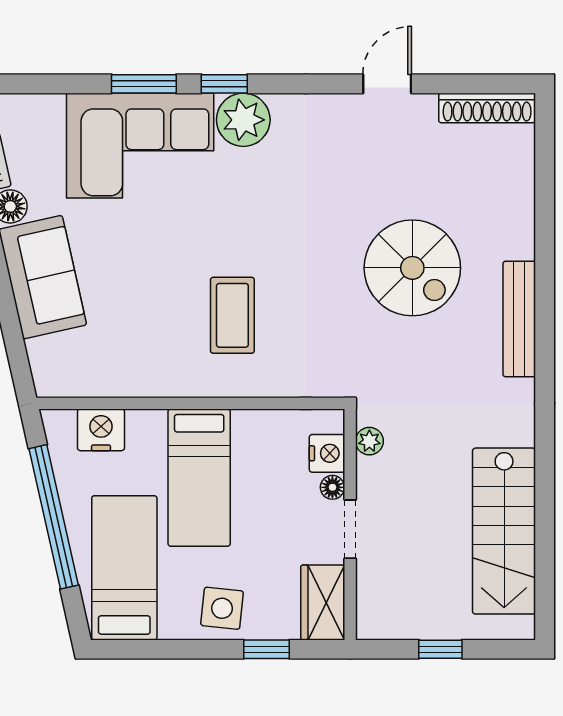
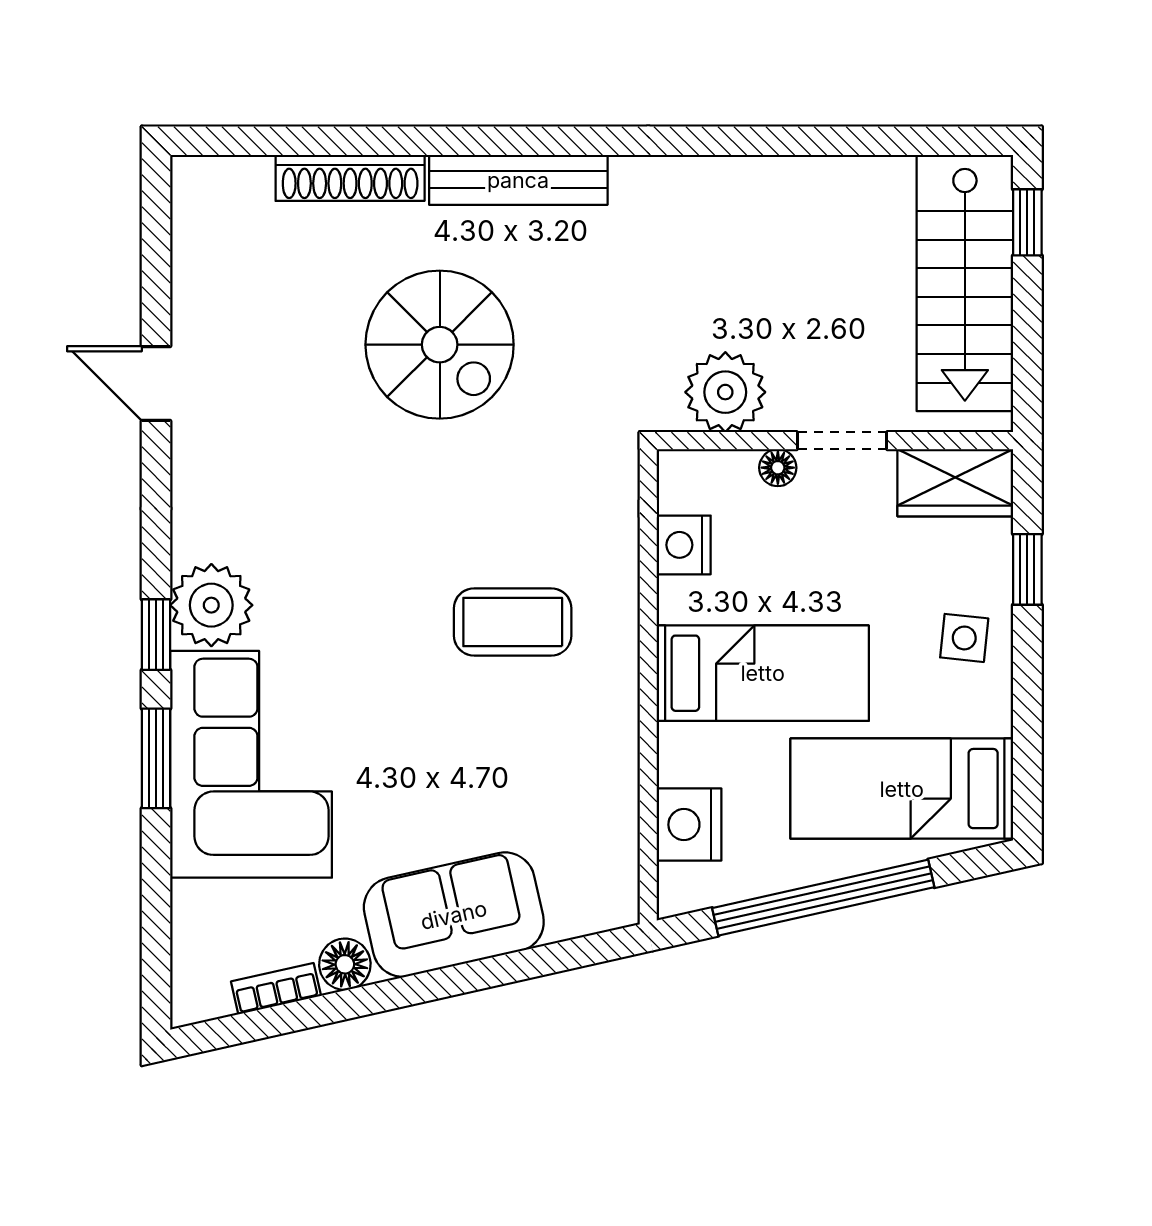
shoe rack: (487, 108) -> (350, 178), moved, turned 90
spiral stairs: (412, 268) -> (440, 345), turned 90
plant: (369, 441) -> (725, 392), width x1.88, depth x1.88
nightstand: (327, 453) -> (684, 545), moved, turned -90
stairs: (504, 531) -> (965, 283), moved, turned 90
side table: (222, 608) -> (964, 638), width x0.73, depth x0.73
window: (440, 649) -> (1027, 222), moved

